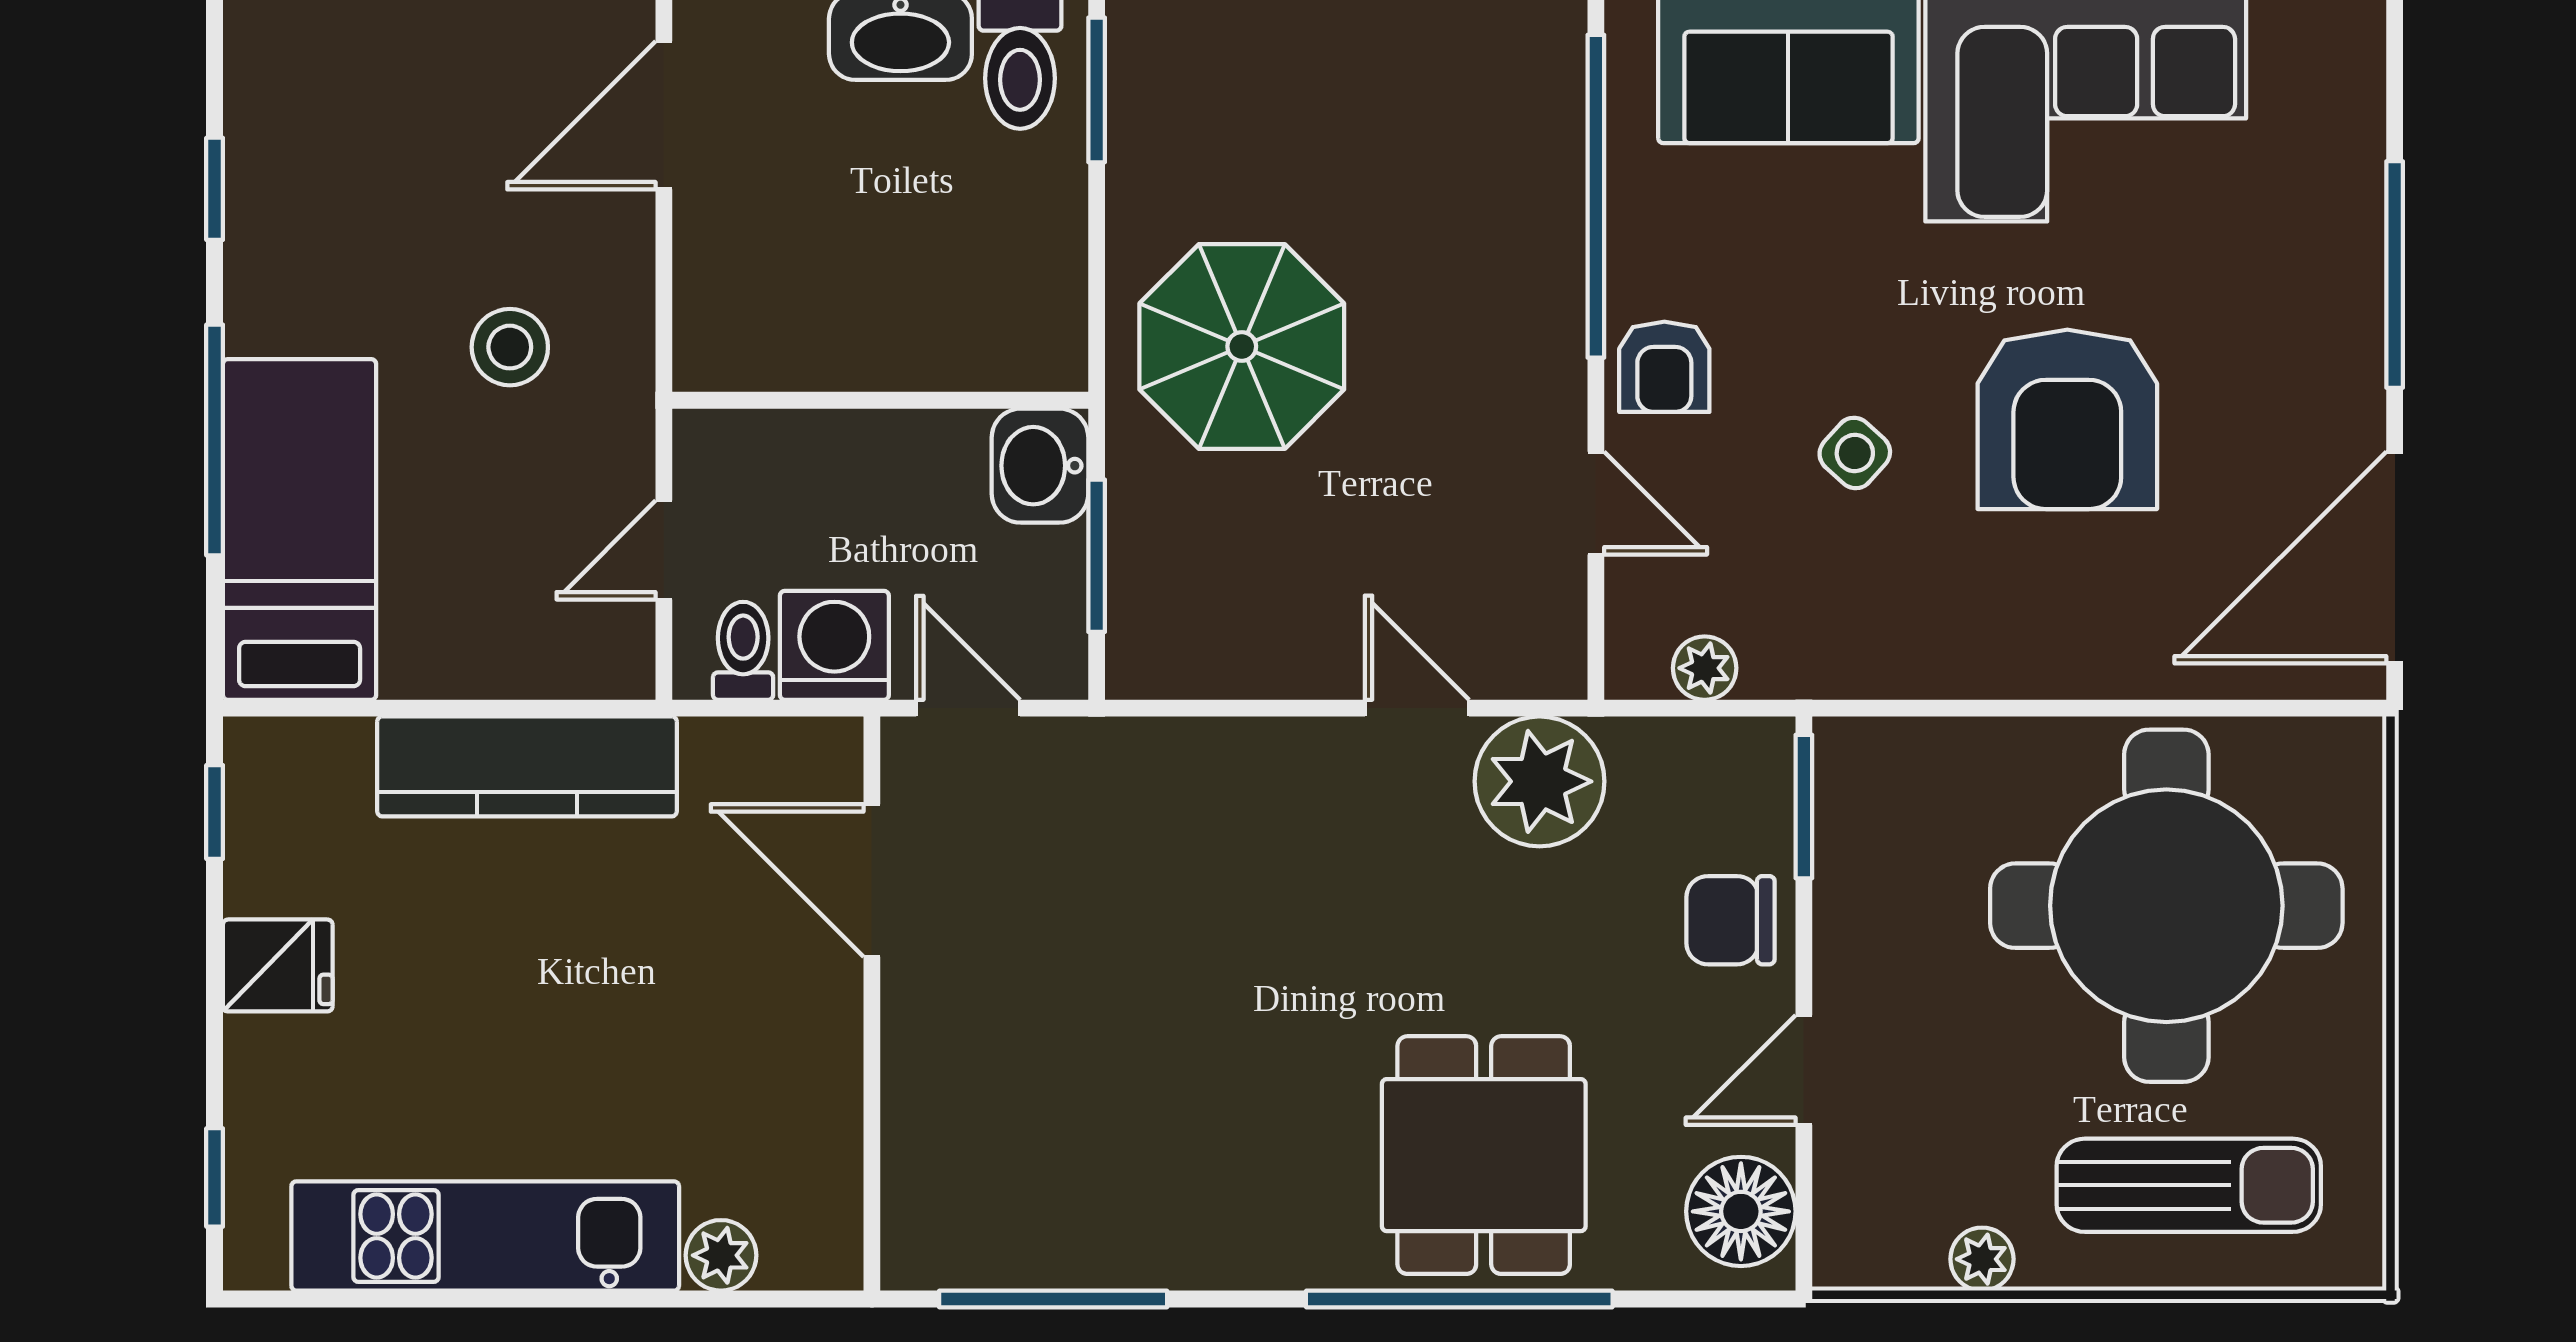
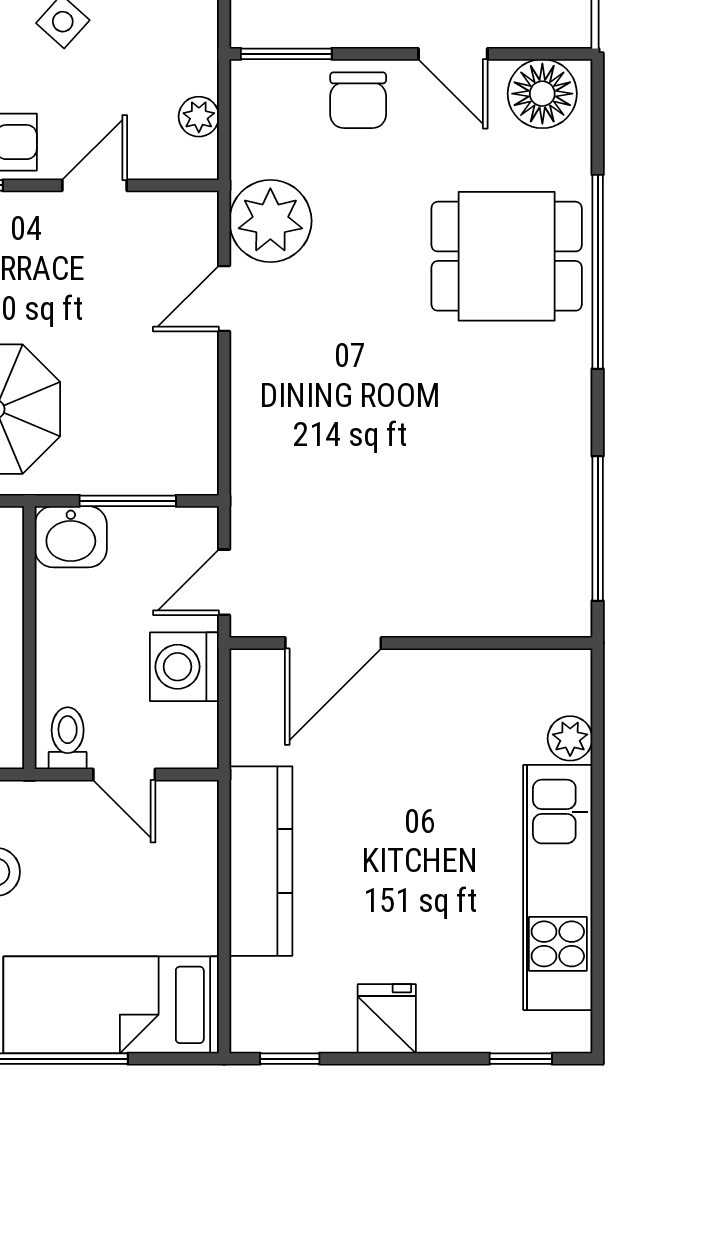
toilet: (743, 651) -> (68, 738), moved, turned 90

